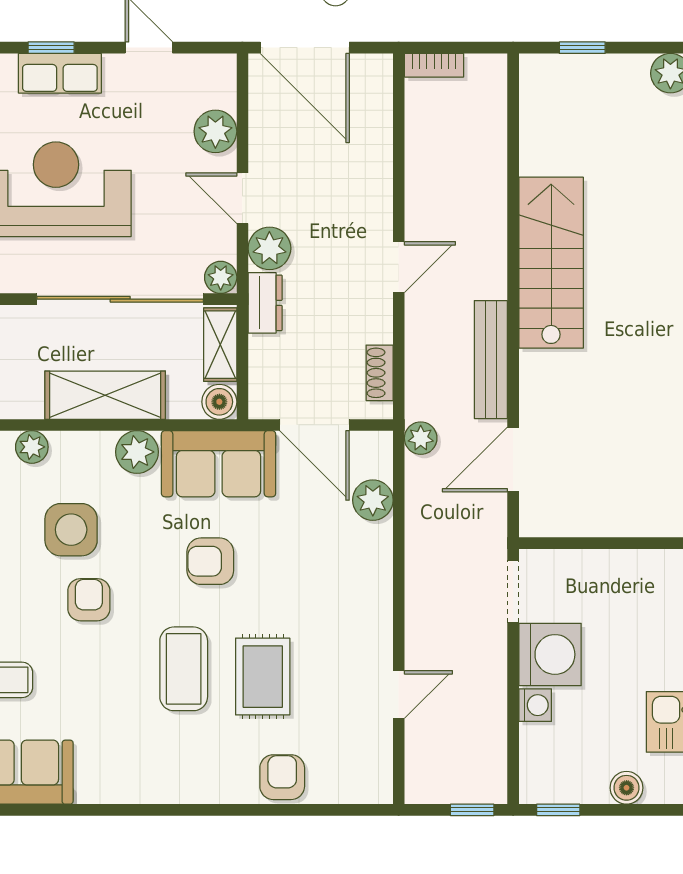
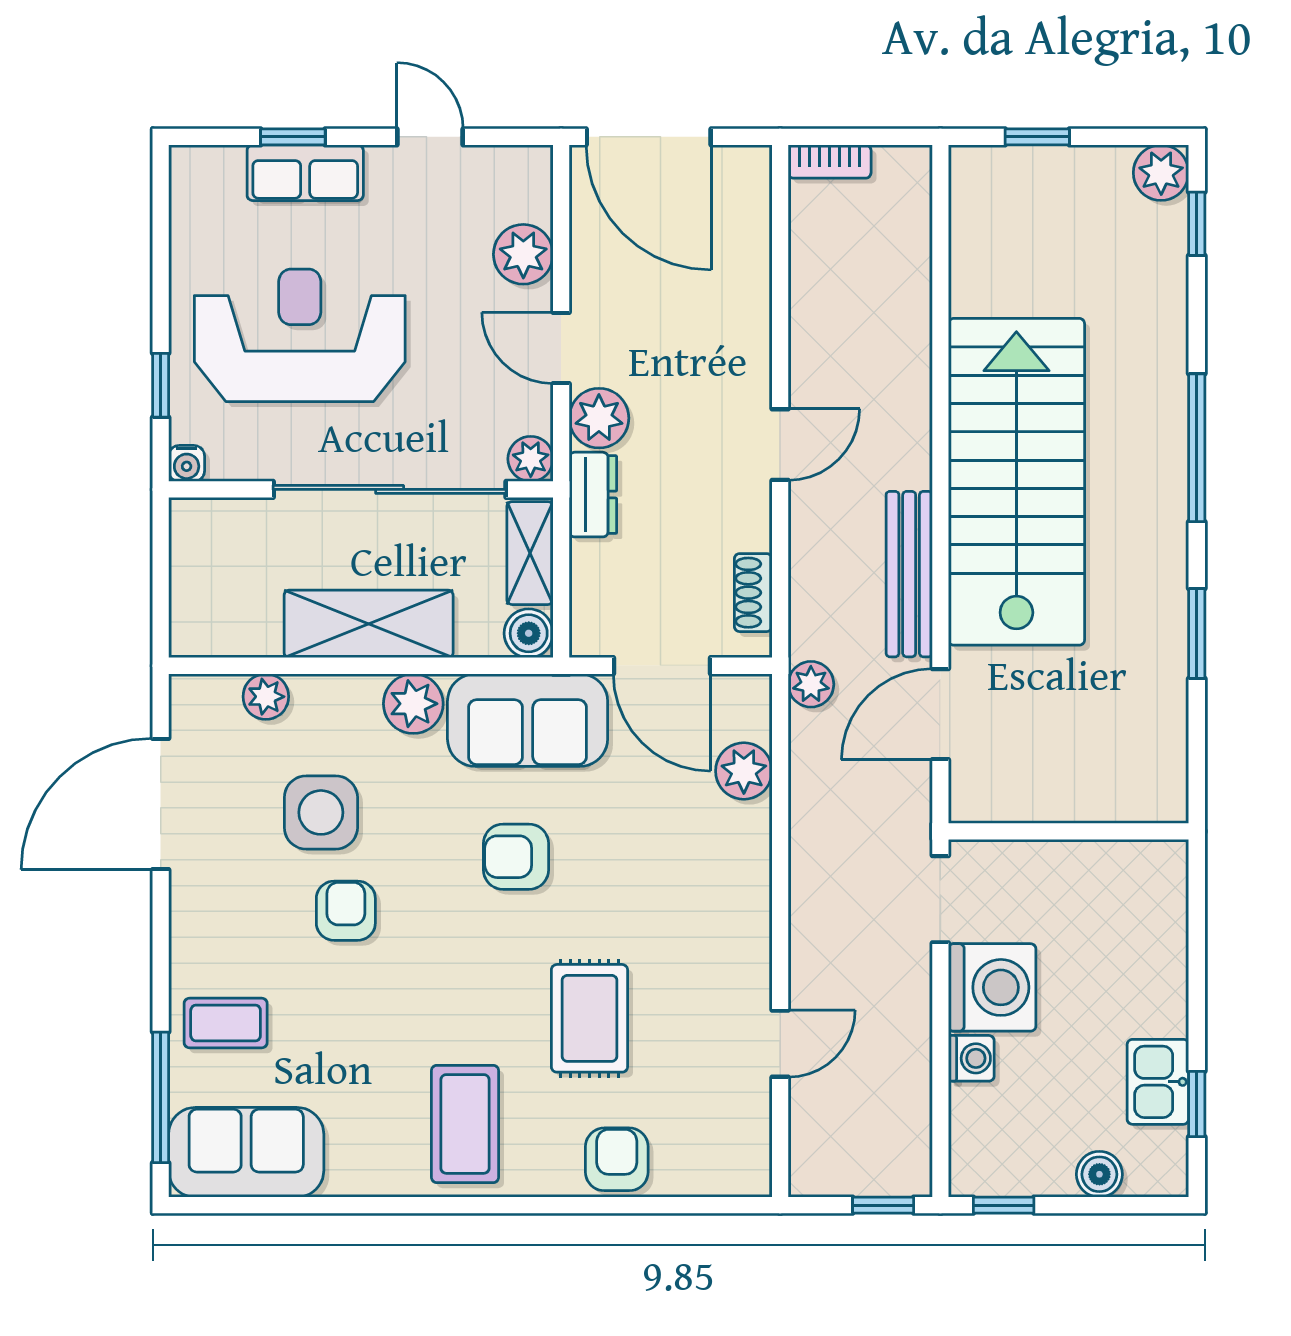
stairs: (551, 263) -> (1016, 482), width x1.36, depth x1.51
coffee table: (184, 669) -> (465, 1124), moved

